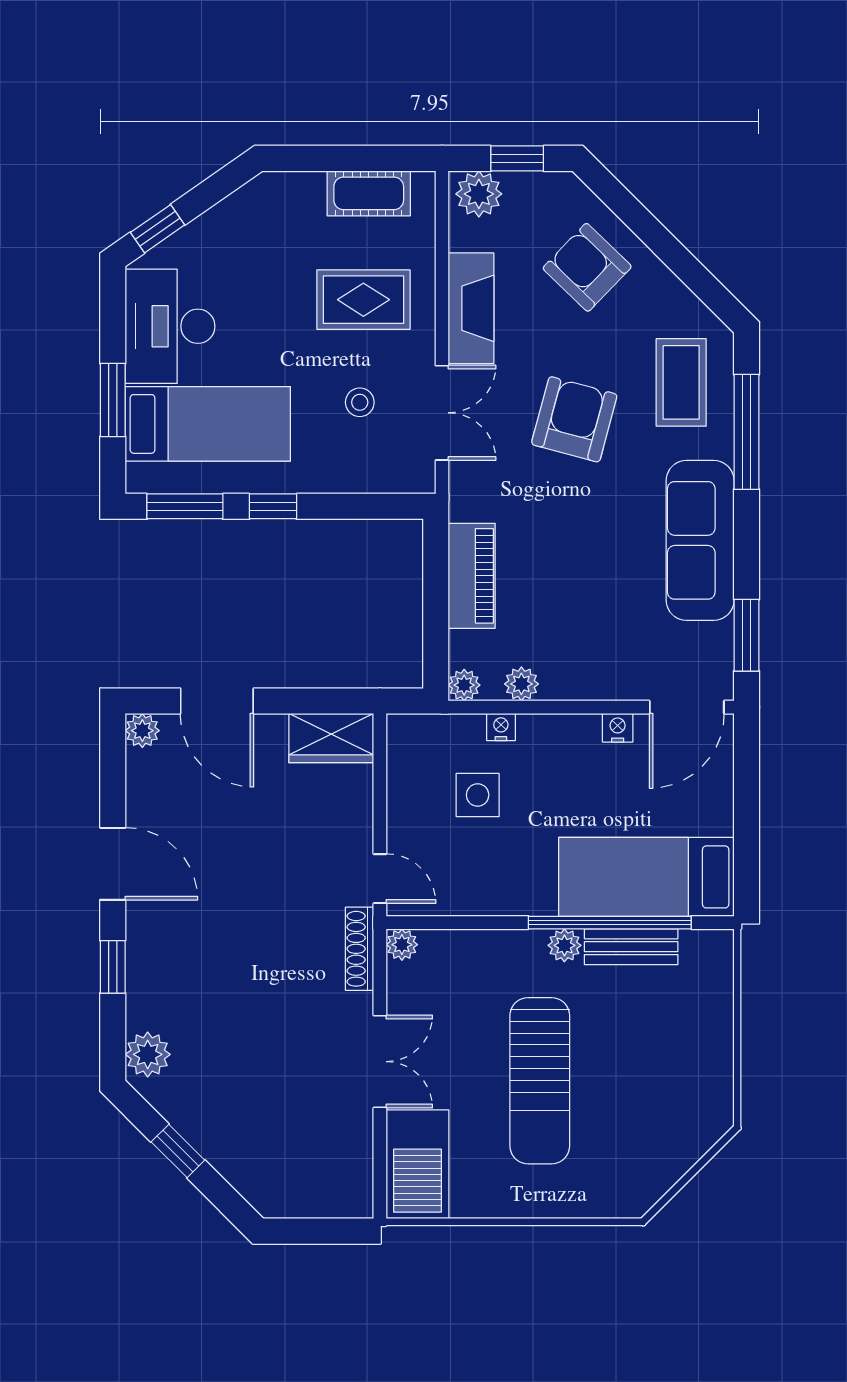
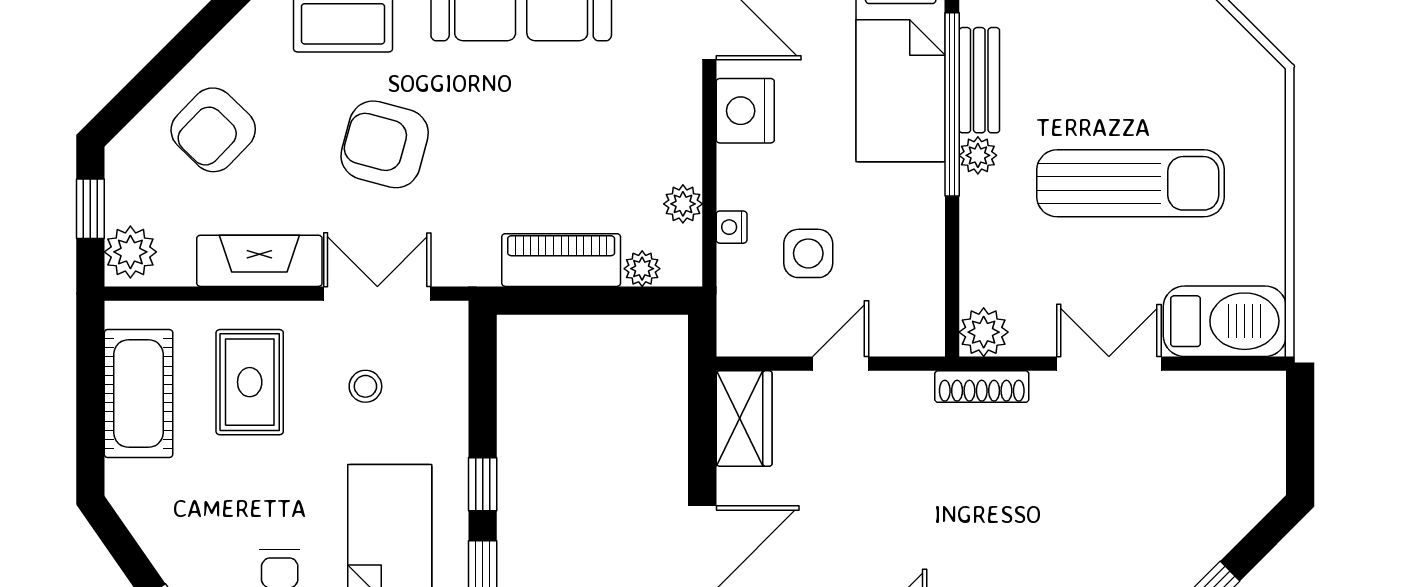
cot: (369, 193) -> (138, 394), width x1.37, depth x1.34
plant: (464, 685) -> (642, 269), moved
nightstand: (618, 728) -> (745, 111), width x1.89, depth x1.79
door: (380, 879) -> (841, 364), moved
plant: (402, 945) -> (984, 332), width x1.38, depth x1.38

